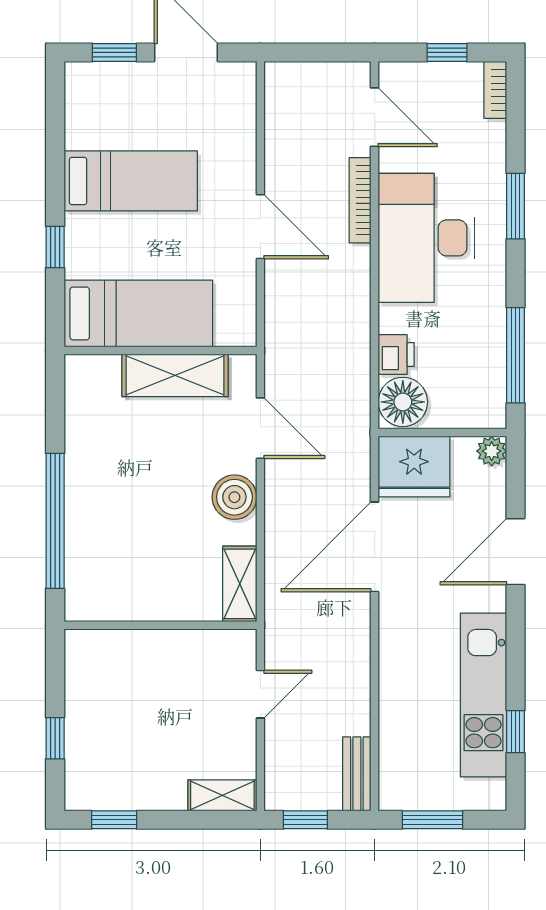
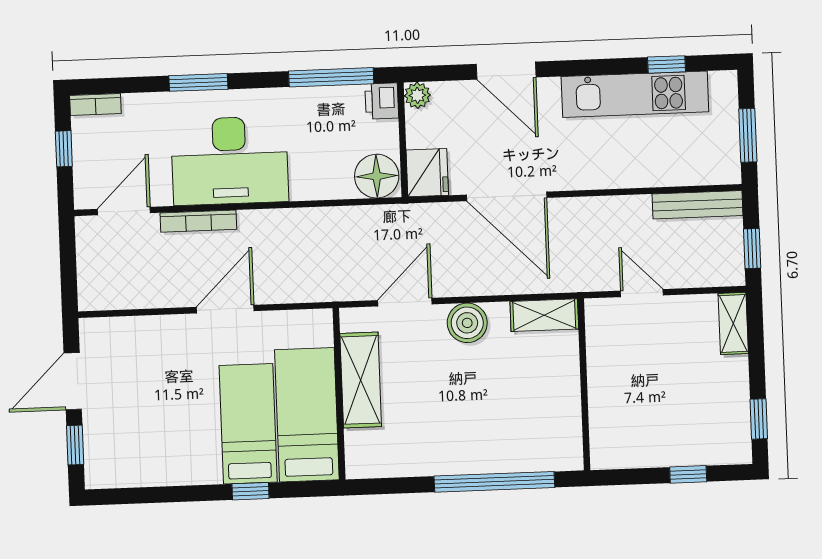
bed: (131, 181) -> (248, 424), moved
printer: (396, 355) -> (382, 101), moved, turned -90
fridge: (414, 467) -> (427, 173), width x0.73, depth x0.75
bench: (357, 774) -> (698, 205), width x1.36

